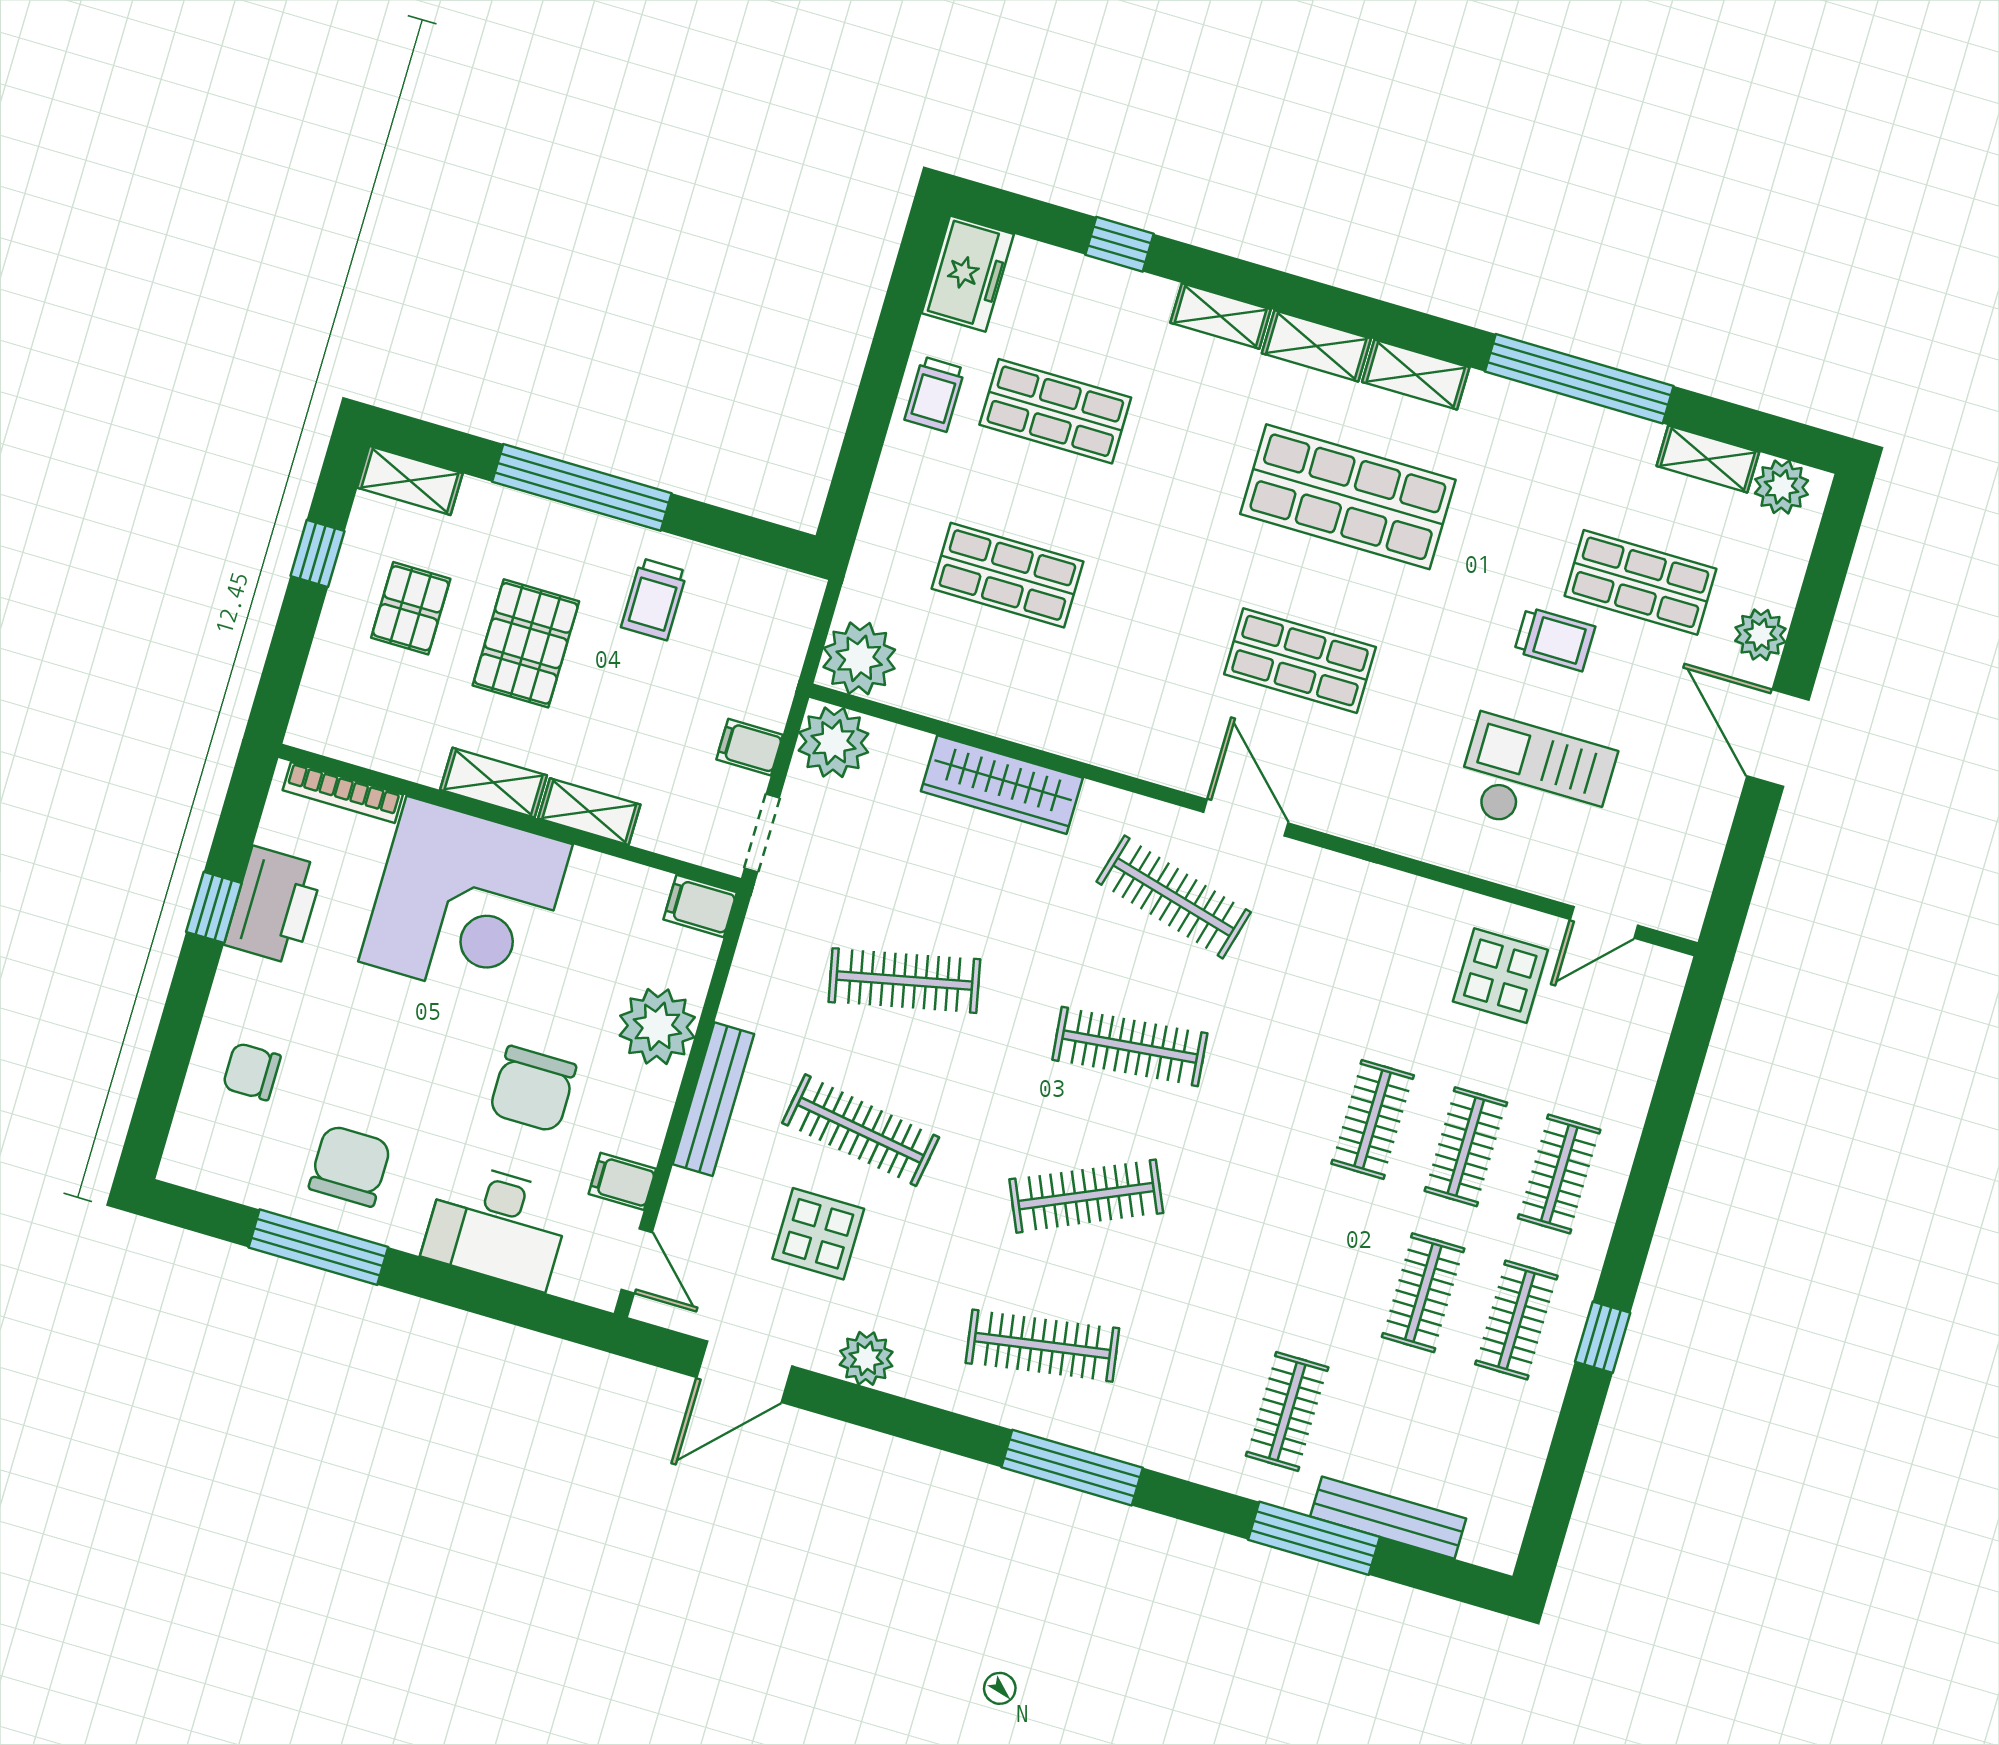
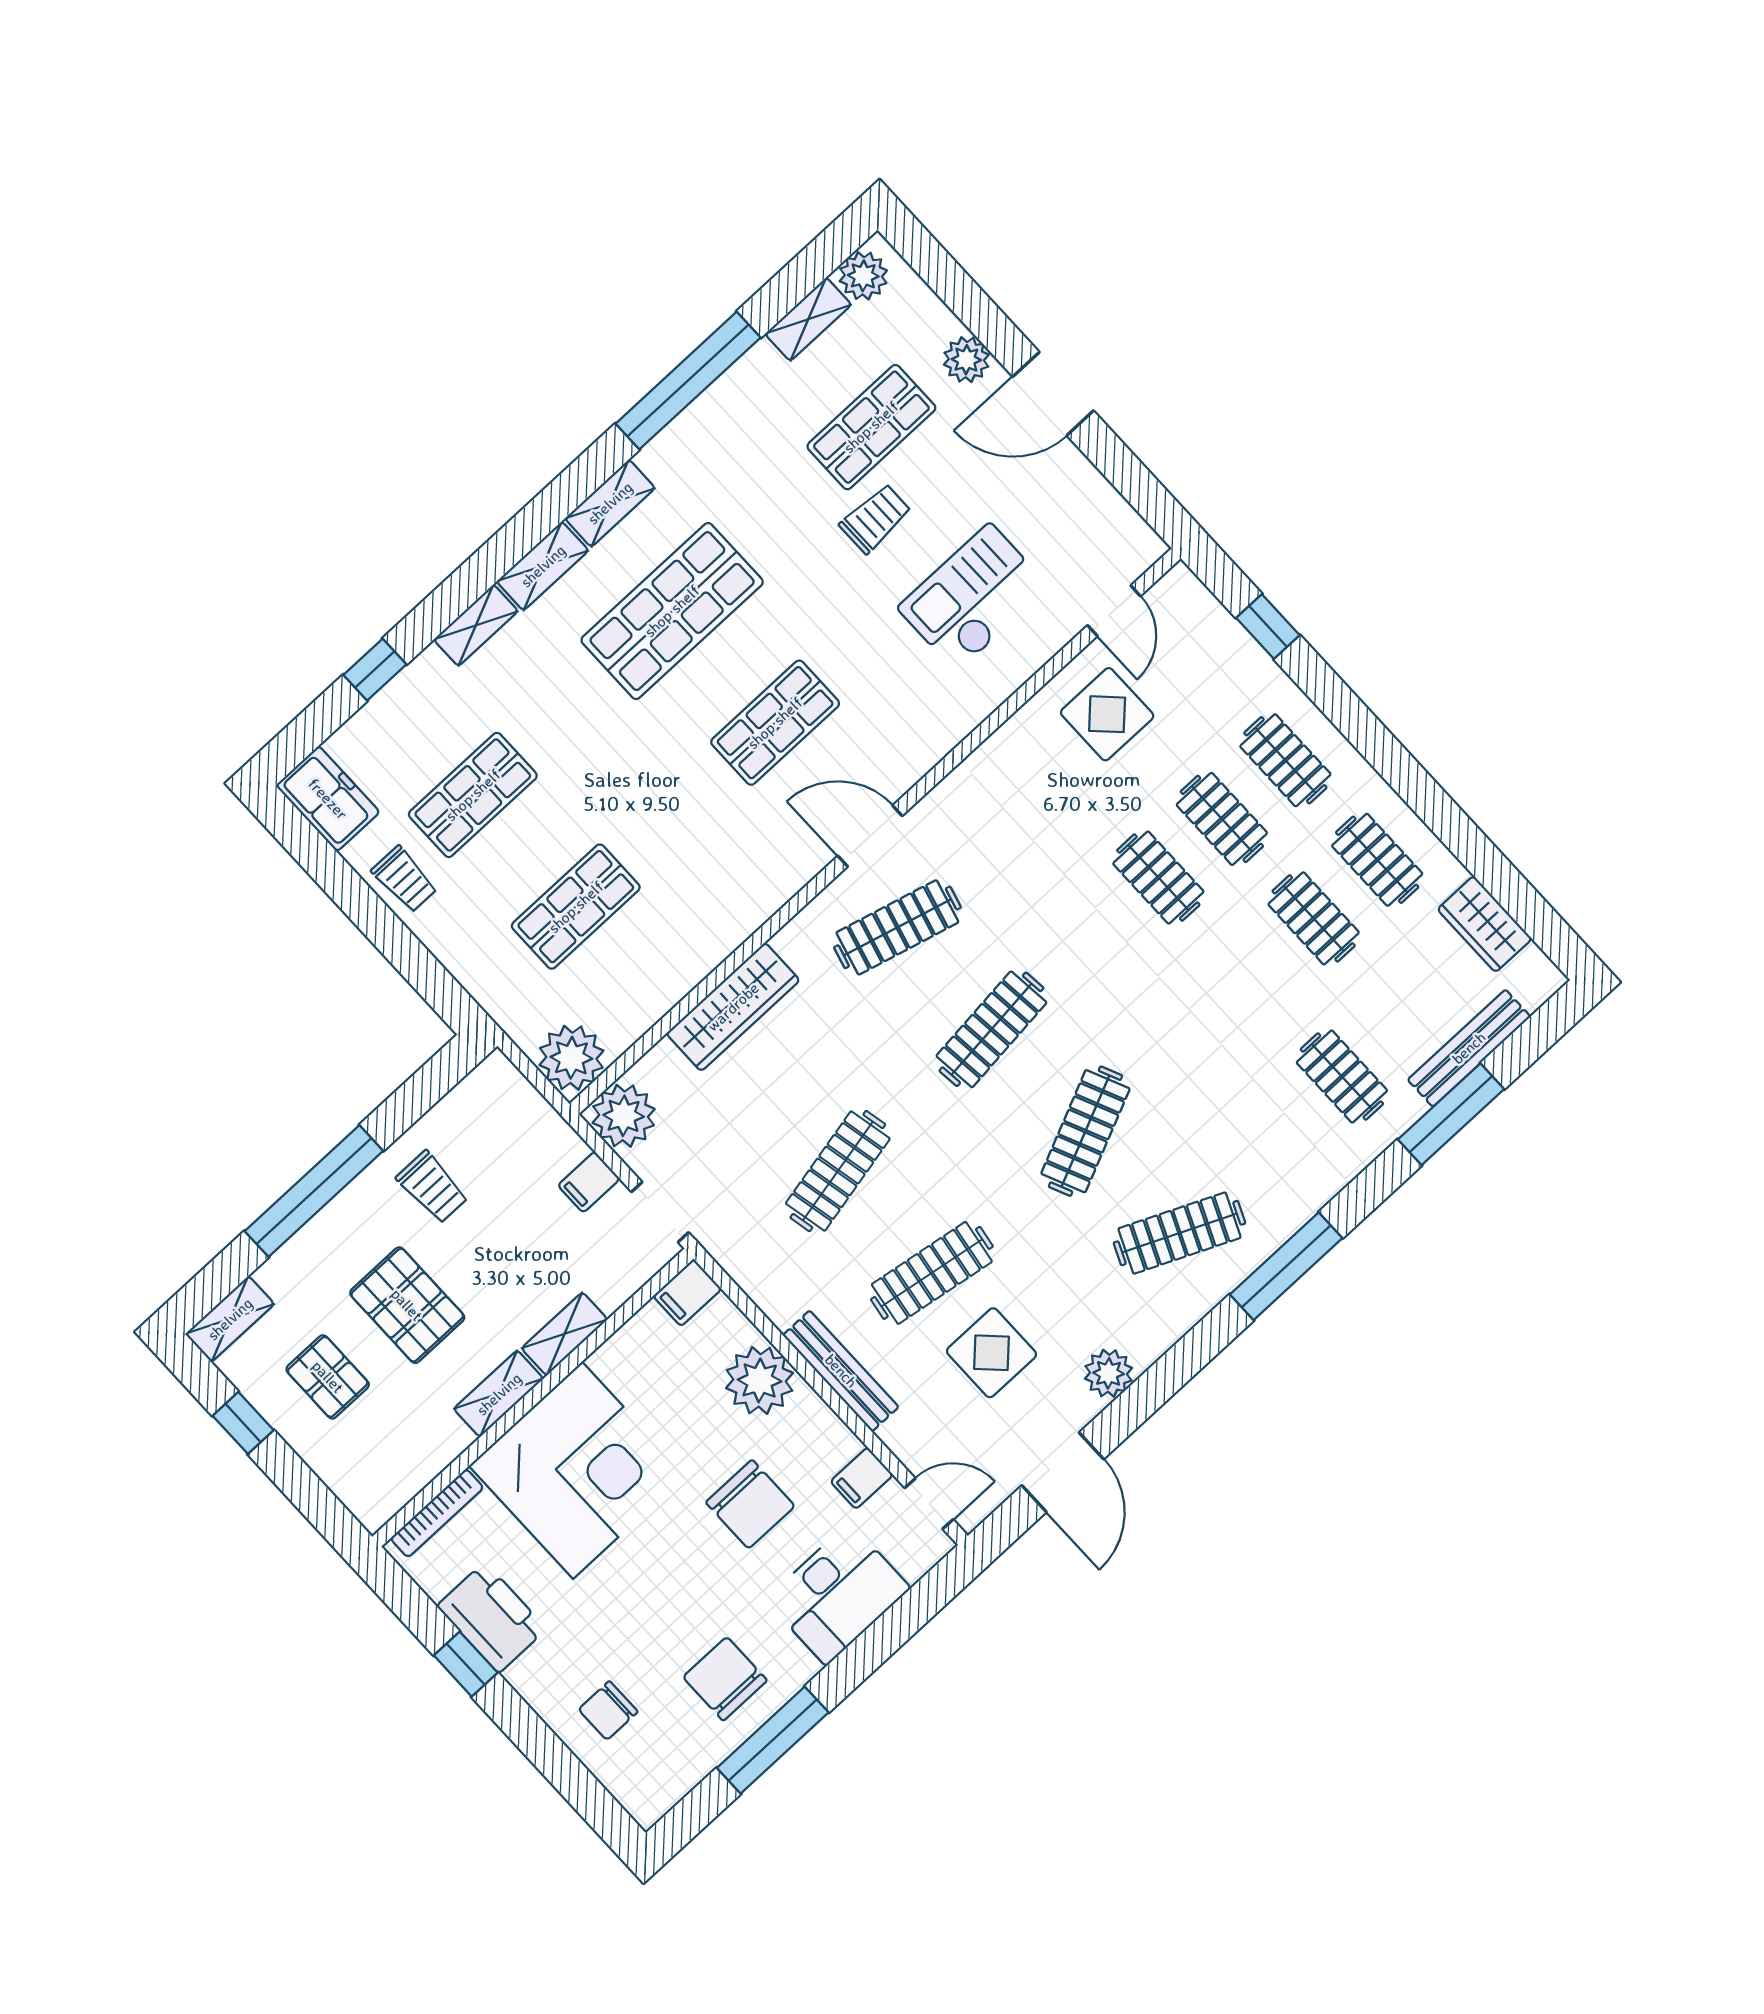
window: (1603, 1337) -> (1268, 626), moved
clothes rail: (1042, 1346) -> (1180, 1233), turned 33
wardrobe: (1517, 1461) -> (1485, 924), added

